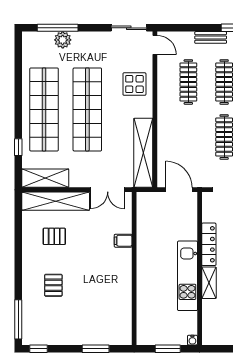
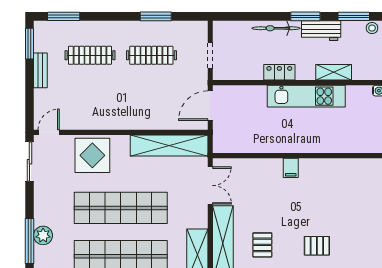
clothes rail: (188, 82) -> (90, 95), removed
display table: (134, 84) -> (92, 155), width x1.36, depth x1.36
filing cabinet: (123, 241) -> (291, 168), moved
locker: (209, 244) -> (279, 72), width x0.66
shelving: (209, 283) -> (334, 72), moved

